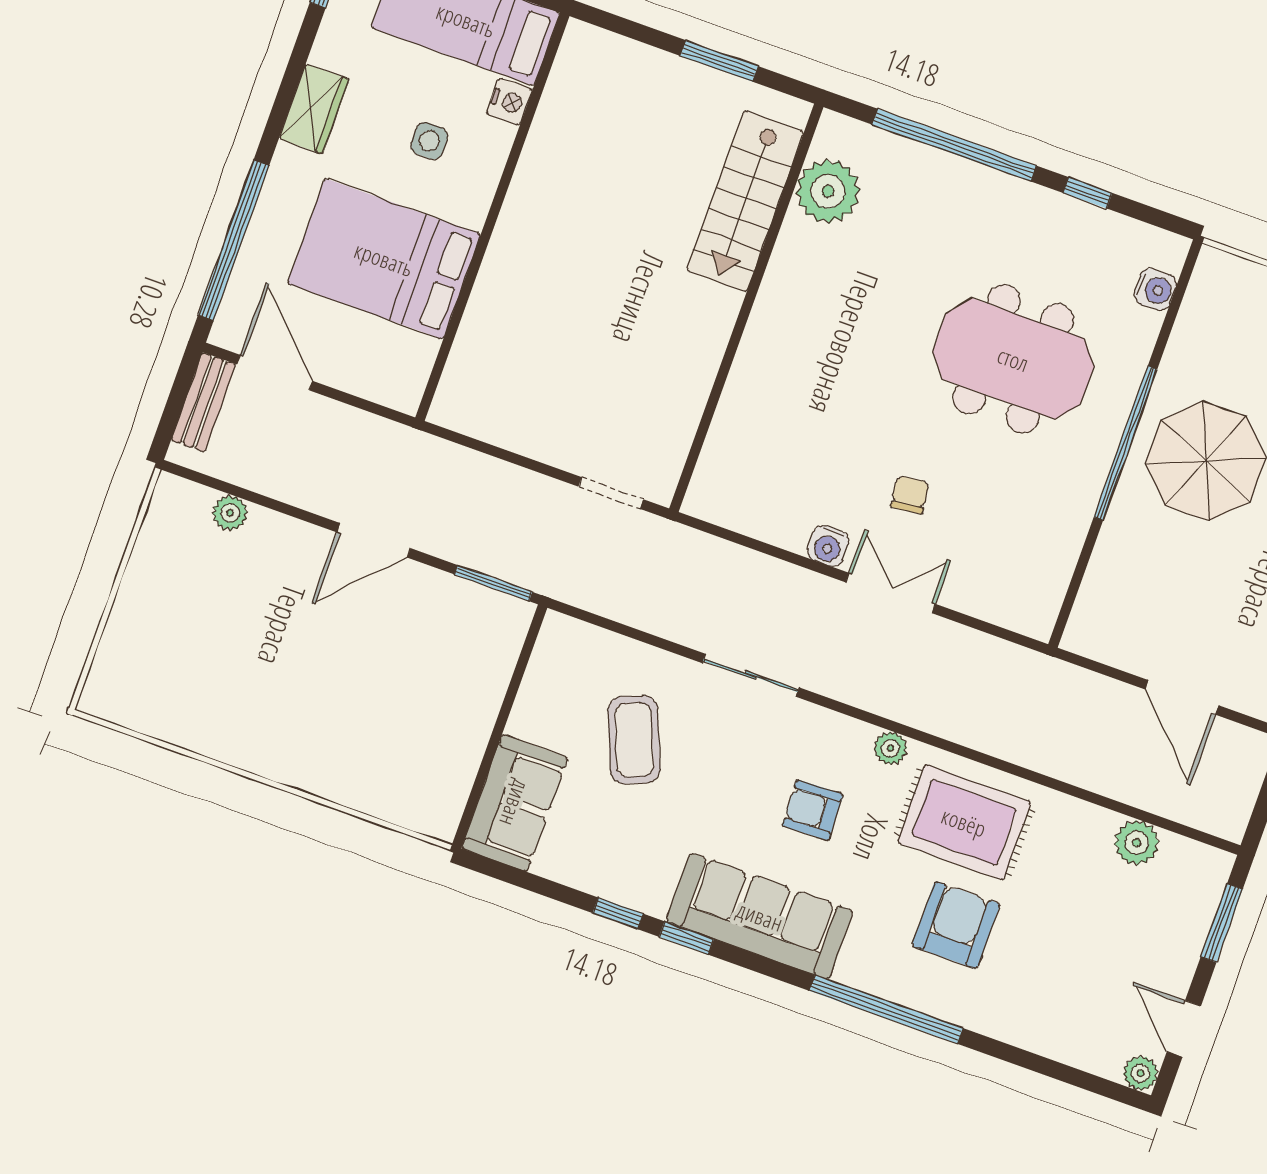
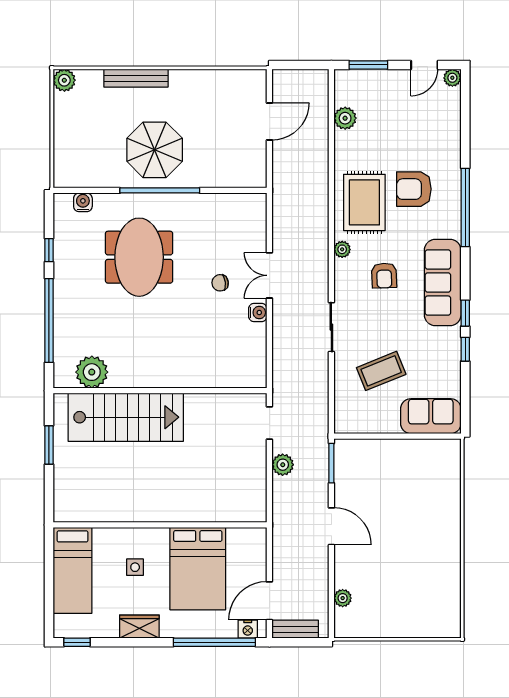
nightstand: (509, 102) -> (248, 629), moved, turned 180
stairs: (745, 201) -> (126, 417), width x1.36, depth x1.51
plant: (523, 490) -> (283, 465), added

